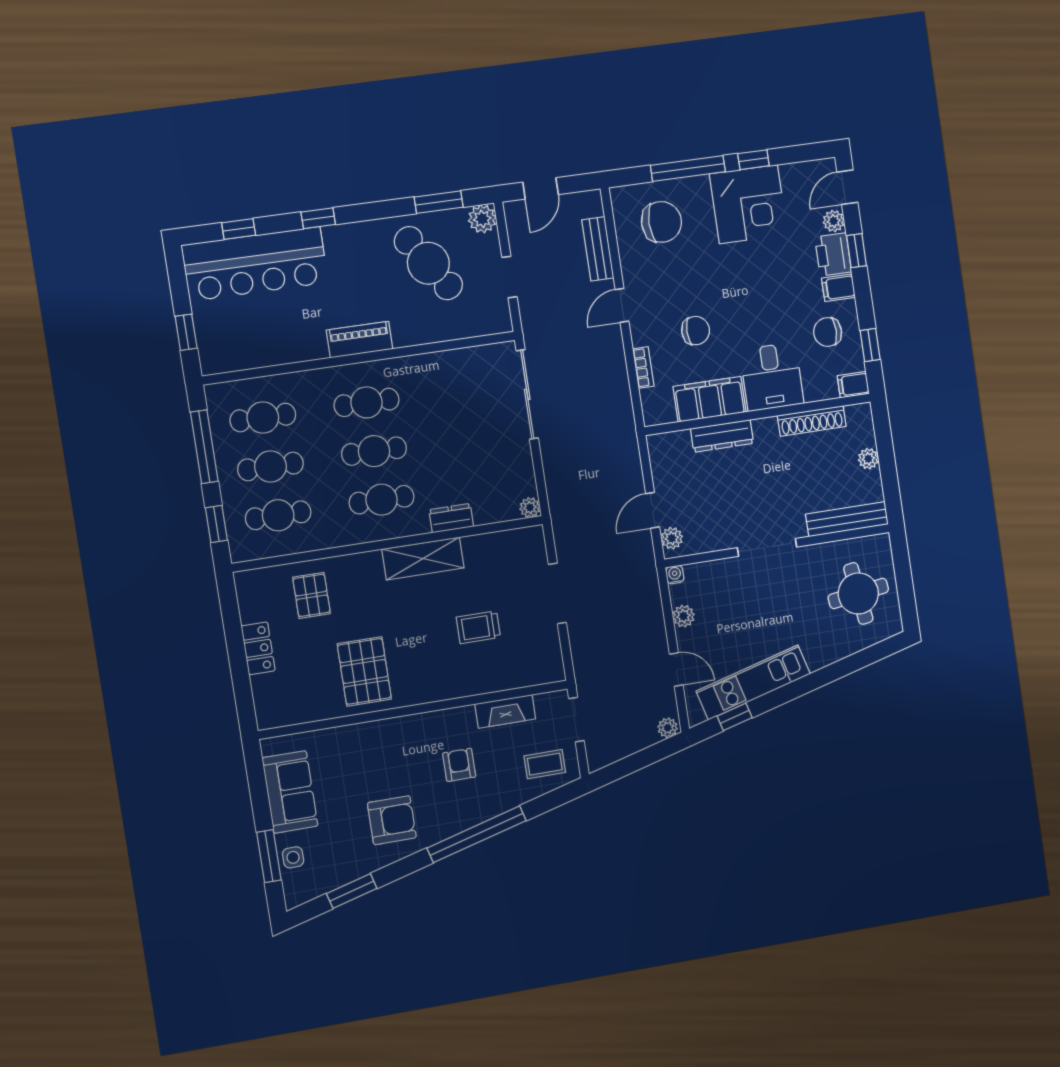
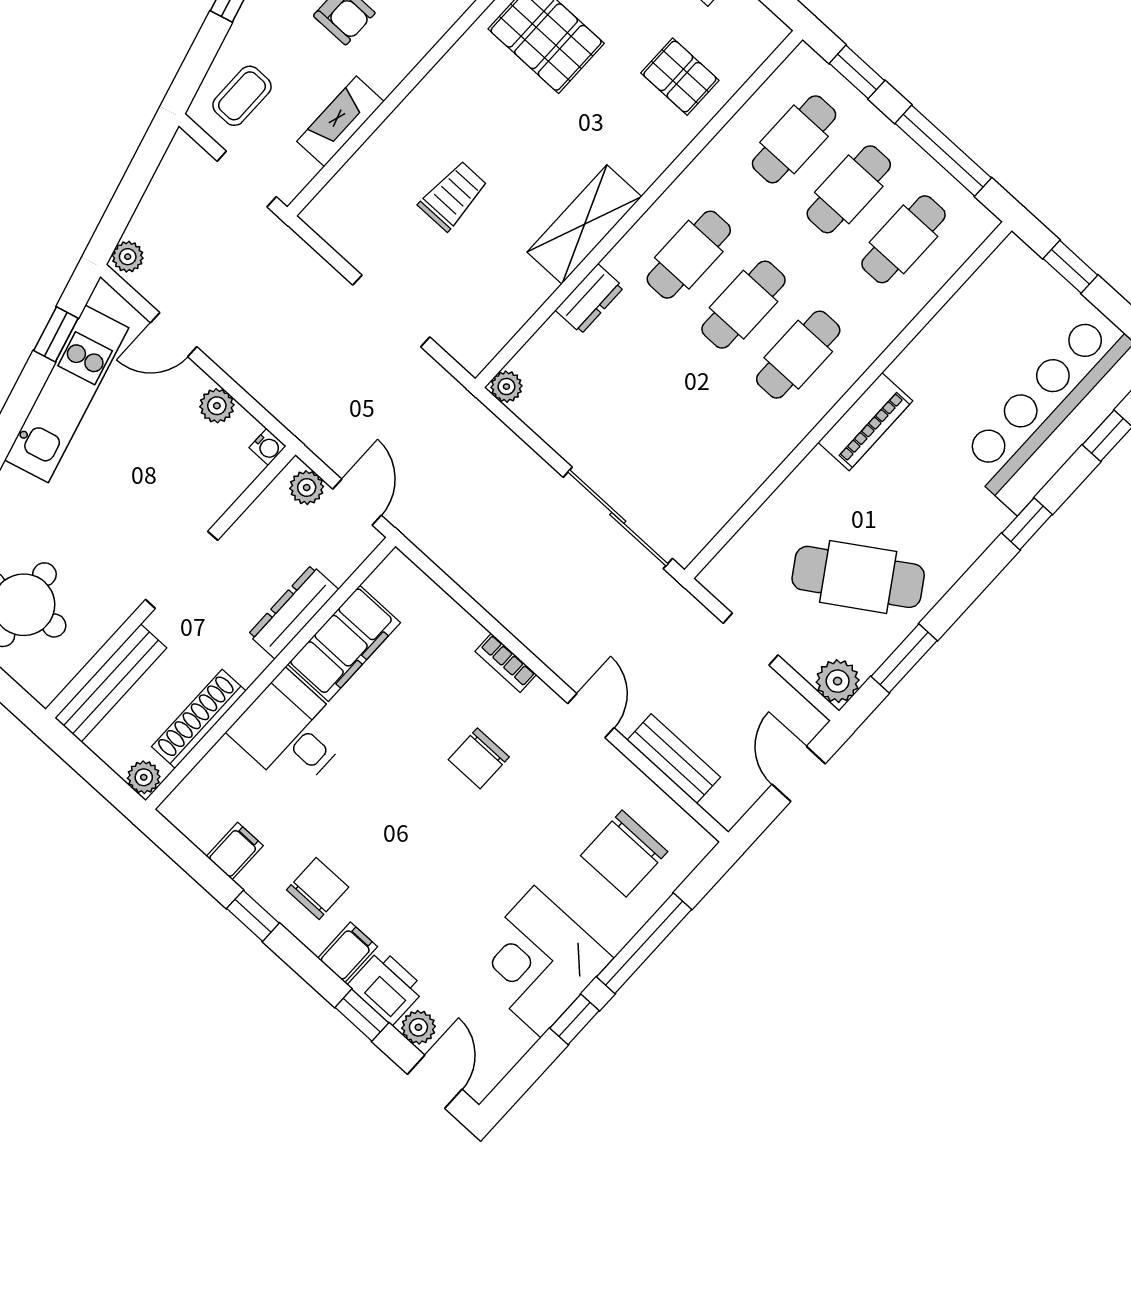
desk: (772, 377) -> (291, 732), moved
filing cabinet: (710, 399) -> (344, 643), moved
wall: (758, 414) -> (271, 673), moved
shoe rack: (812, 421) -> (199, 719), moved
dresser: (722, 436) -> (293, 612), moved

